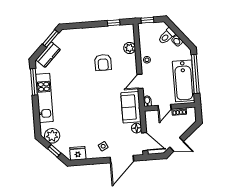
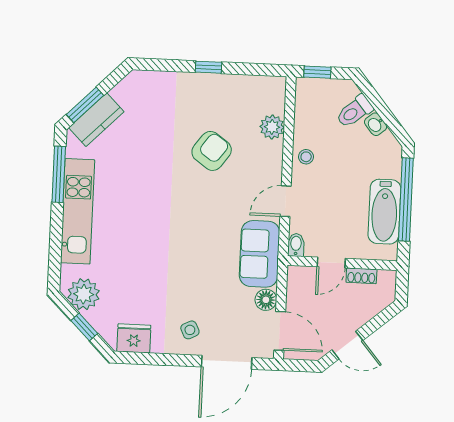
window: (114, 23) -> (209, 67), moved
window: (51, 38) -> (85, 105), moved
armchair: (103, 62) -> (212, 151), turned -144
bathtub: (184, 81) -> (384, 212), width x0.73, depth x0.73

